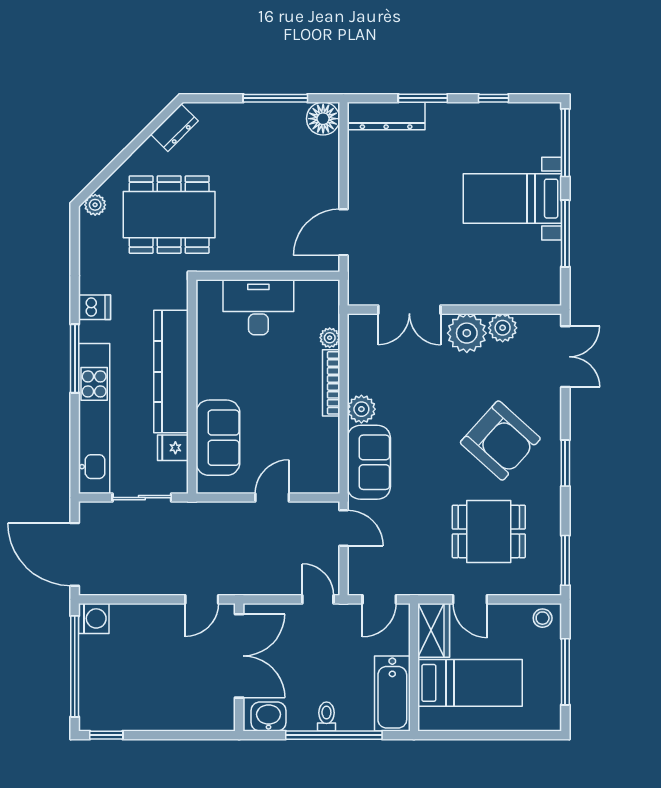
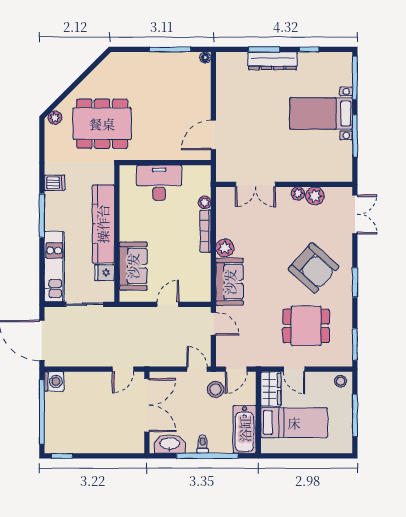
dresser: (386, 116) -> (273, 61), moved
floor lamp: (323, 119) -> (205, 58), width x0.53, depth x0.53
dresser: (175, 128) -> (106, 68), removed
plant: (467, 333) -> (298, 194), width x0.53, depth x0.53
kitchen unit: (94, 419) -> (54, 267), width x0.73
stool: (347, 631) -> (216, 389), added
washbasin: (269, 717) -> (170, 444), width x1.38

